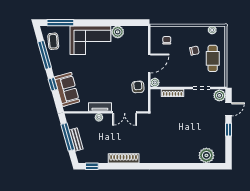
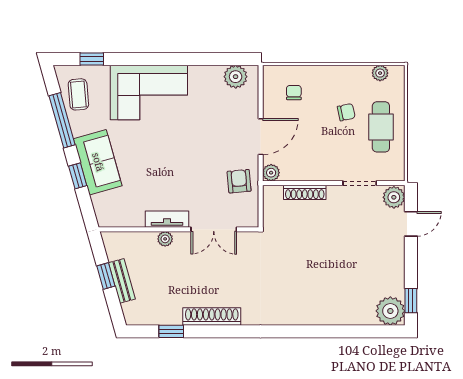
window: (60, 23) -> (92, 59), width x0.46
plant: (118, 32) -> (236, 77), moved
sofa: (67, 89) -> (98, 162), moved
window: (228, 130) -> (411, 301), moved
window: (68, 137) -> (106, 276), width x0.46
plant: (206, 155) -> (390, 311), moved
window: (92, 166) -> (171, 331), moved

